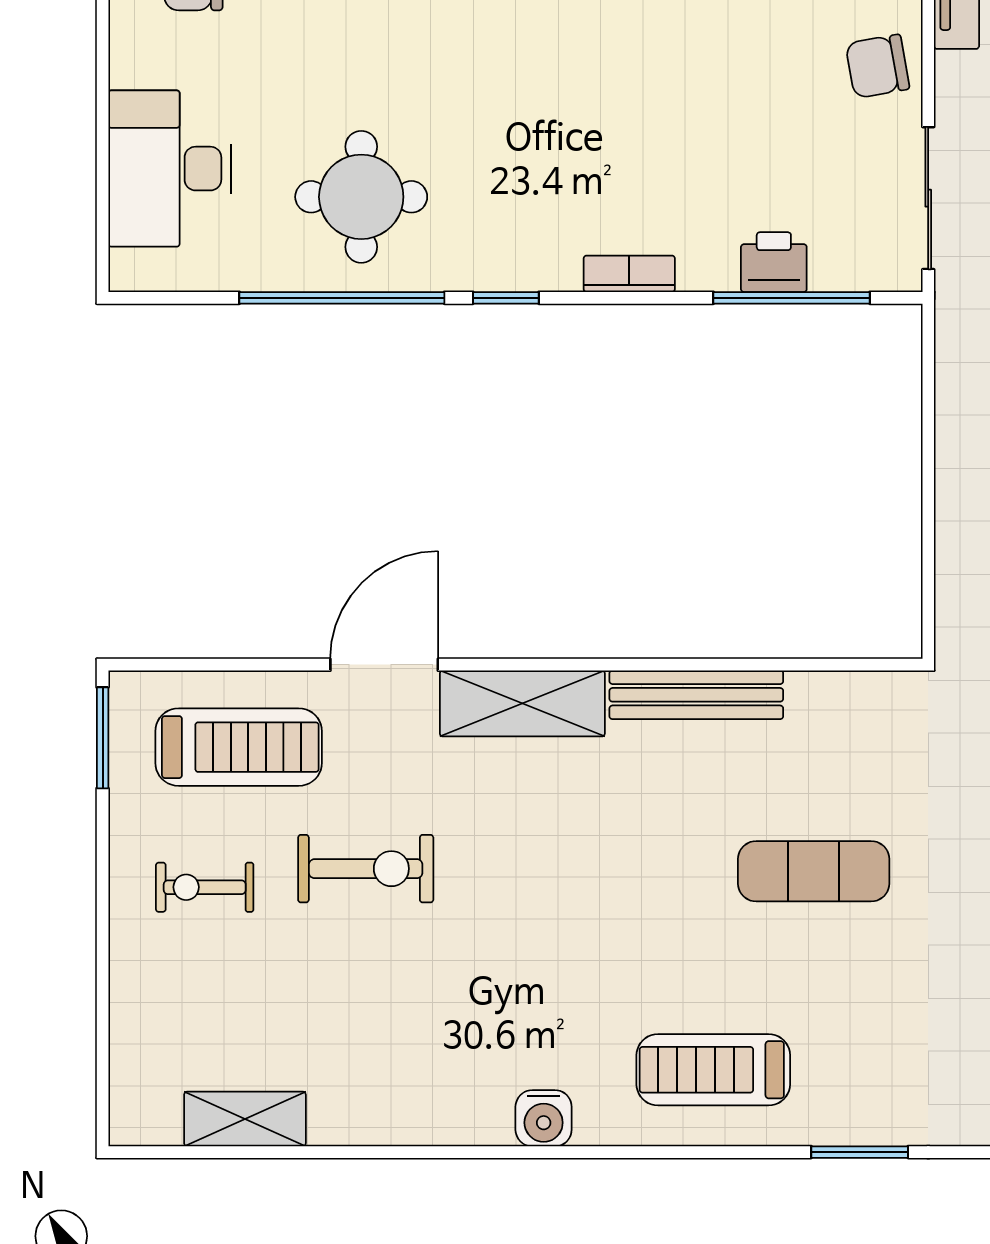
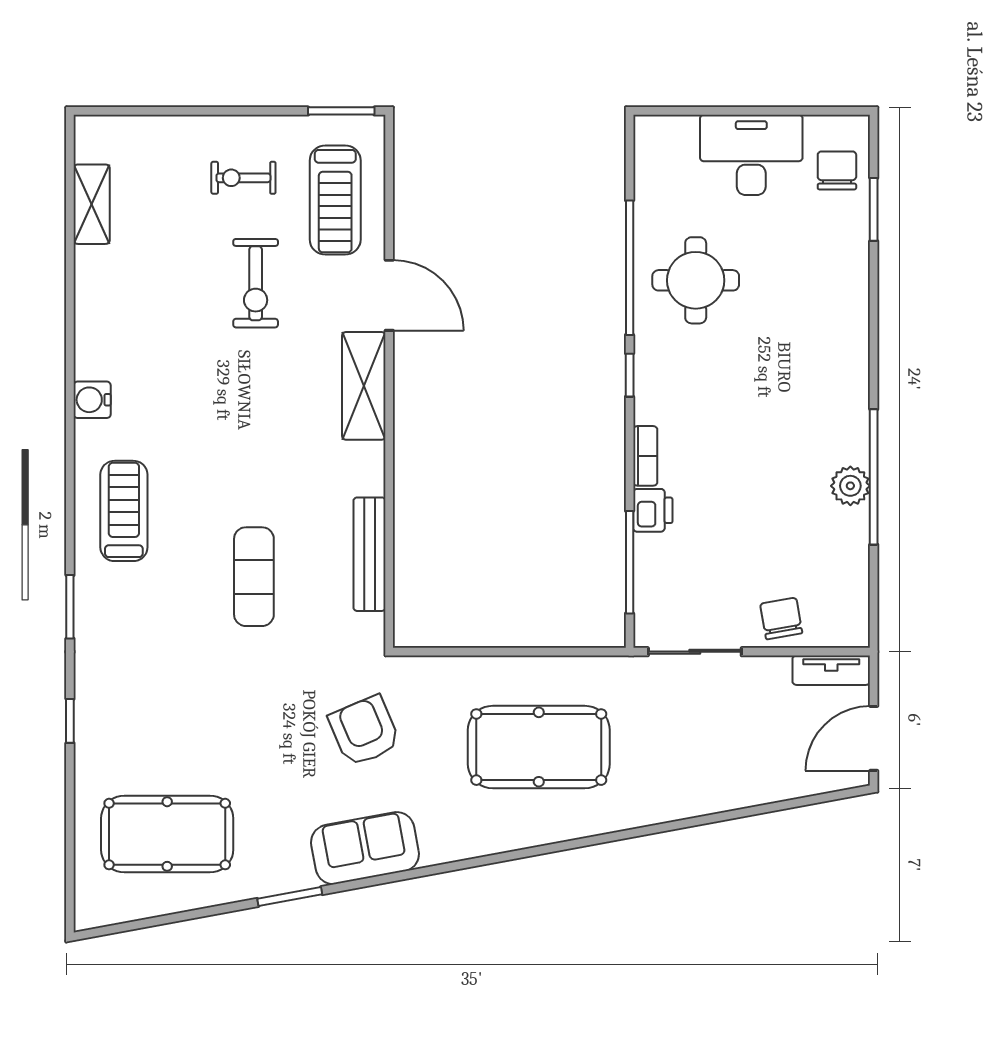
desk: (170, 169) -> (751, 155), moved
printer: (774, 262) -> (653, 510), moved
bench: (696, 695) -> (369, 554), moved
exercise bike: (205, 887) -> (243, 178), turned -90

